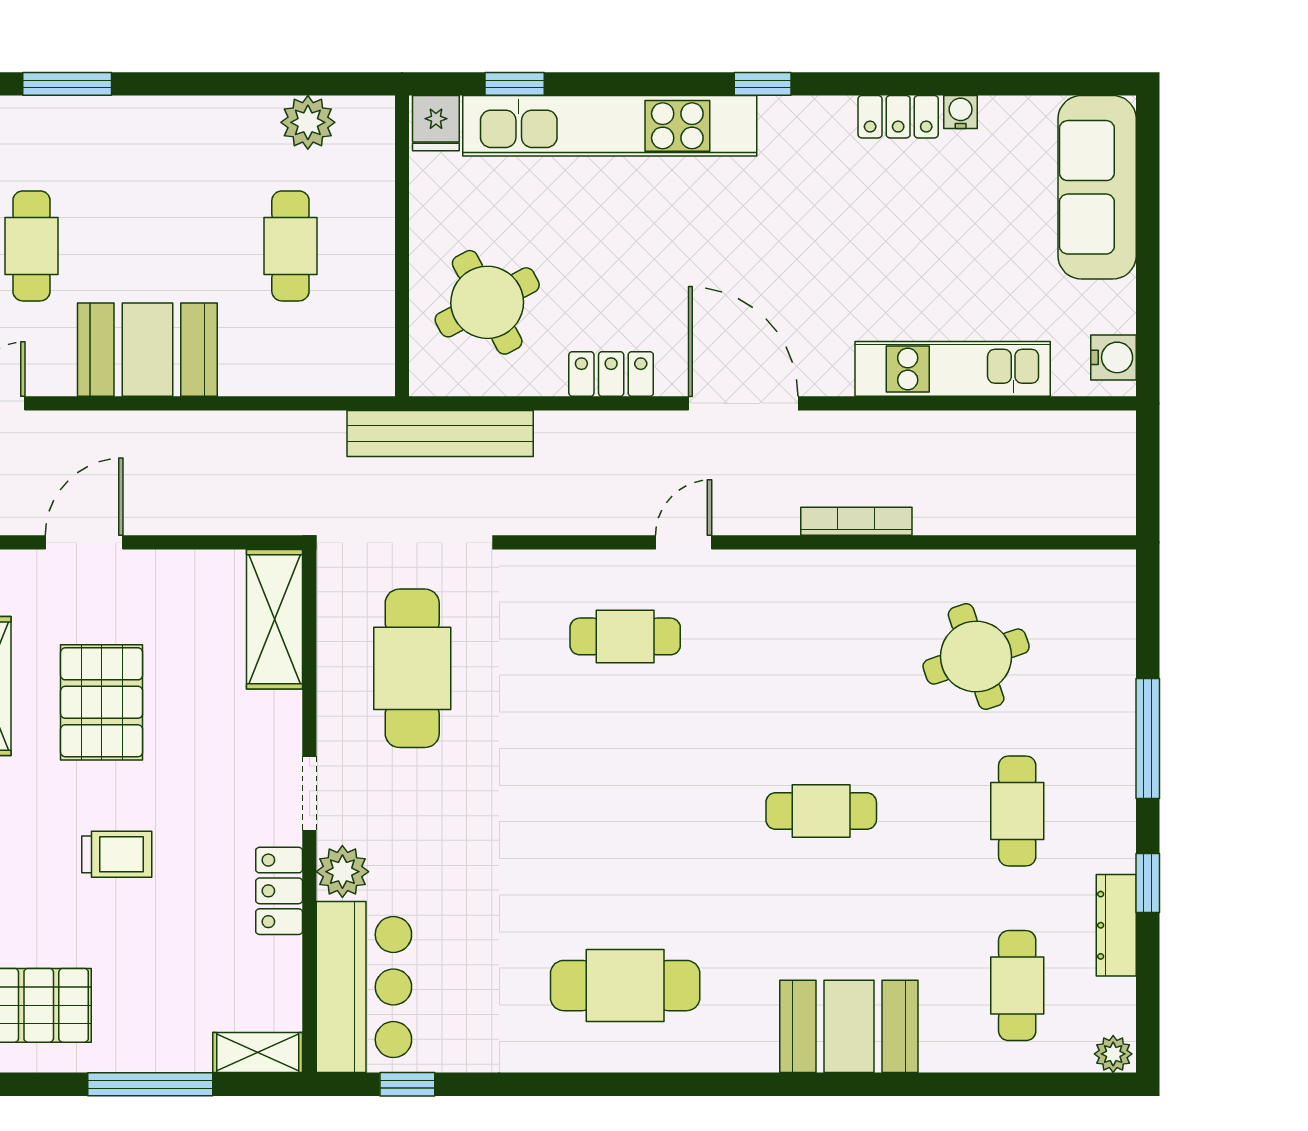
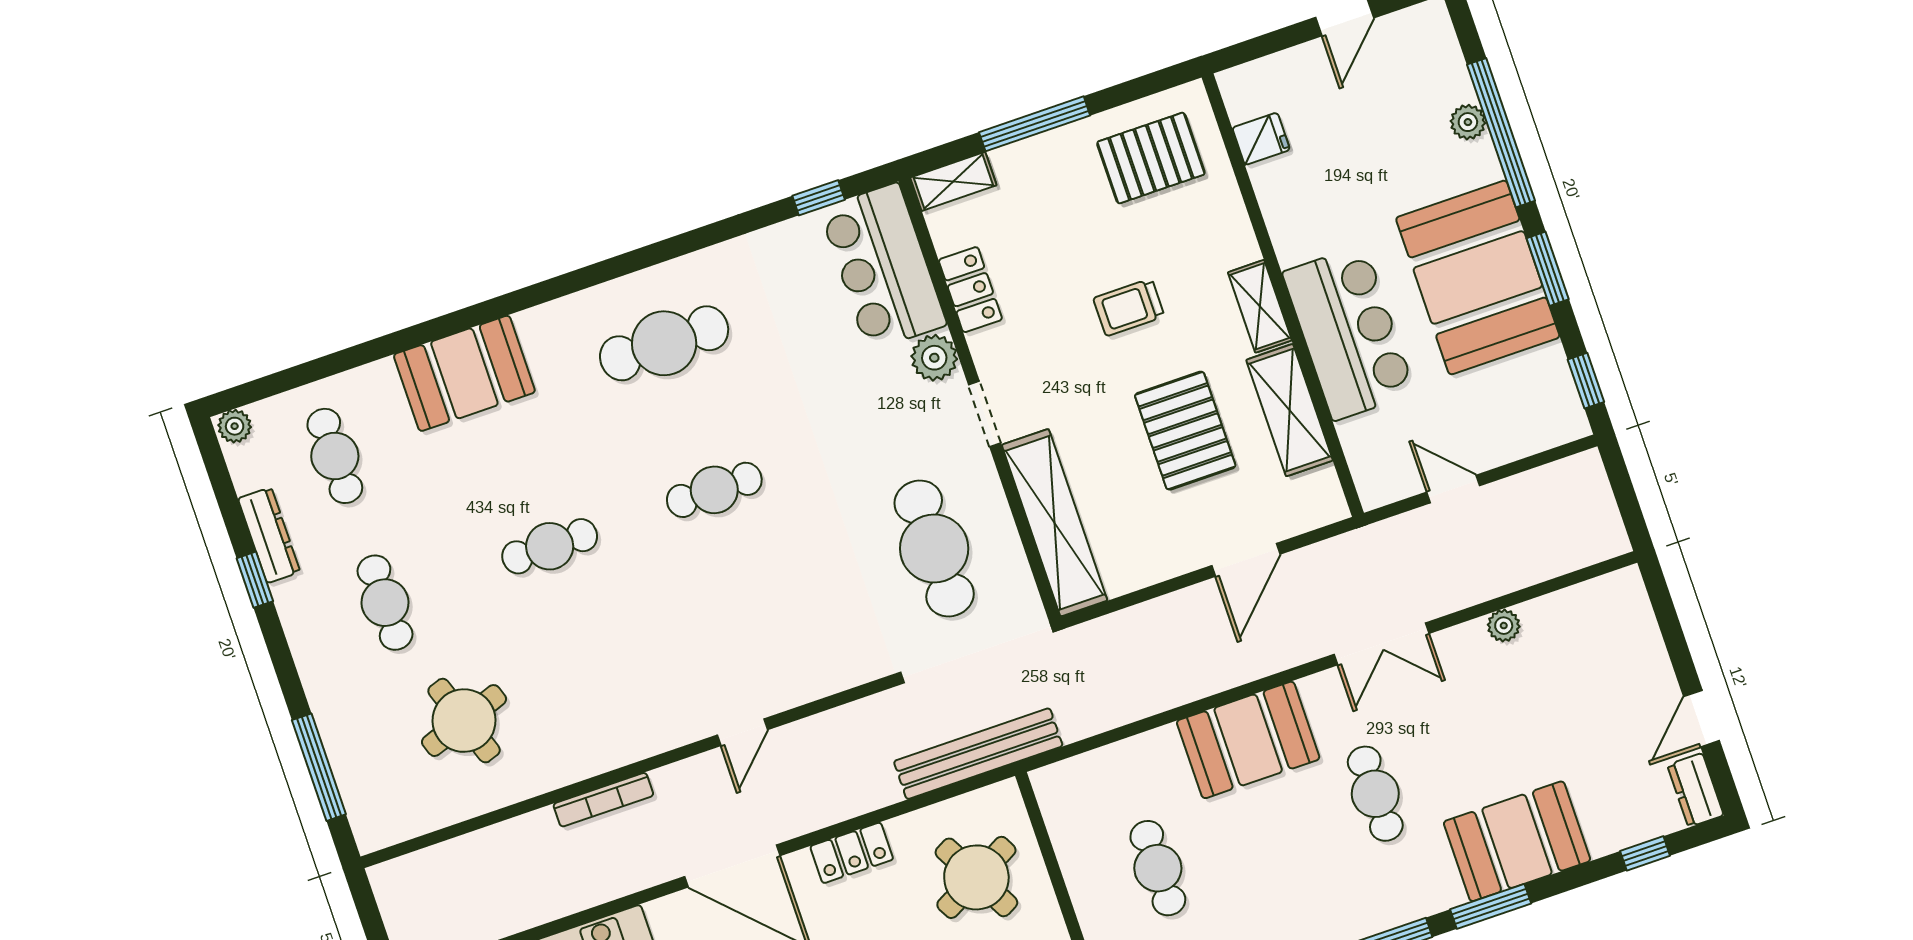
shelving: (274, 619) -> (1055, 523), width x1.47
cafe table: (625, 636) -> (714, 490), moved
window: (1148, 739) -> (319, 767), moved
locker: (279, 891) -> (970, 290), moved

